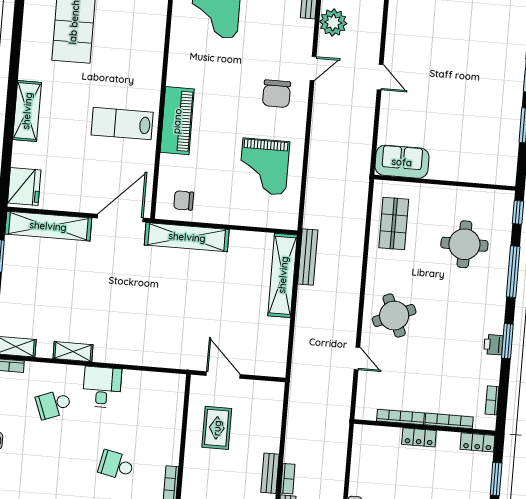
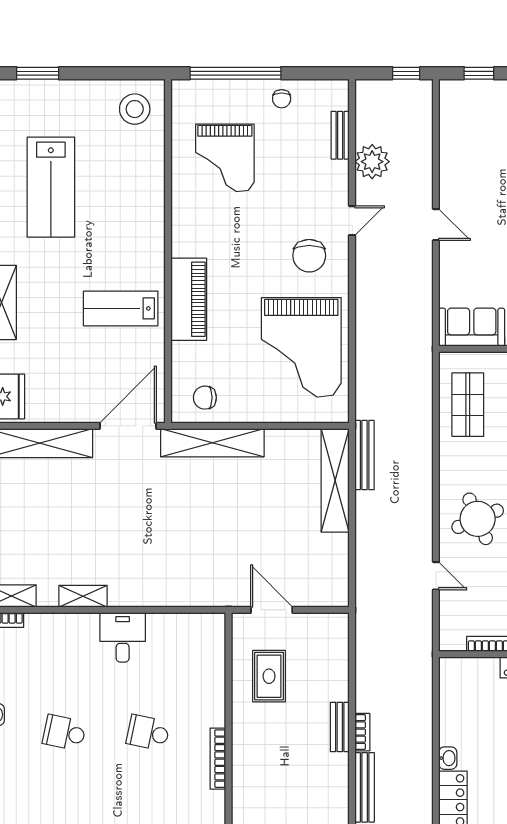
grand piano: (264, 167) -> (301, 347), width x1.37, depth x1.48
school desk: (54, 404) -> (64, 733), moved, turned 33

